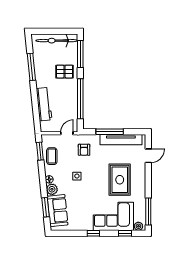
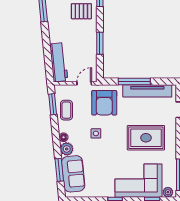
window: (80, 99) -> (100, 43), width x0.47
workbench: (44, 104) -> (59, 62), moved
armchair: (84, 150) -> (104, 103), width x1.88, depth x1.88
rug: (120, 180) -> (146, 138), turned 90

